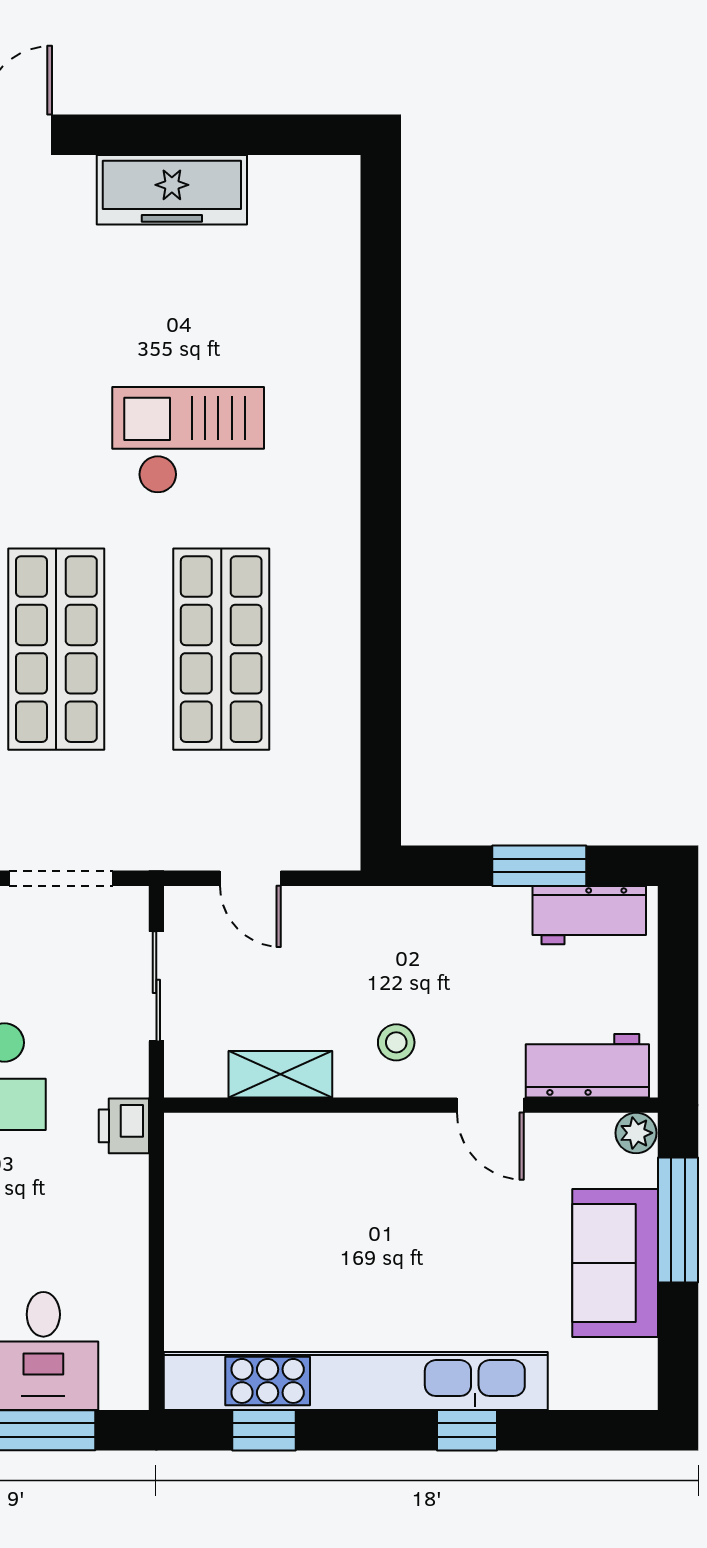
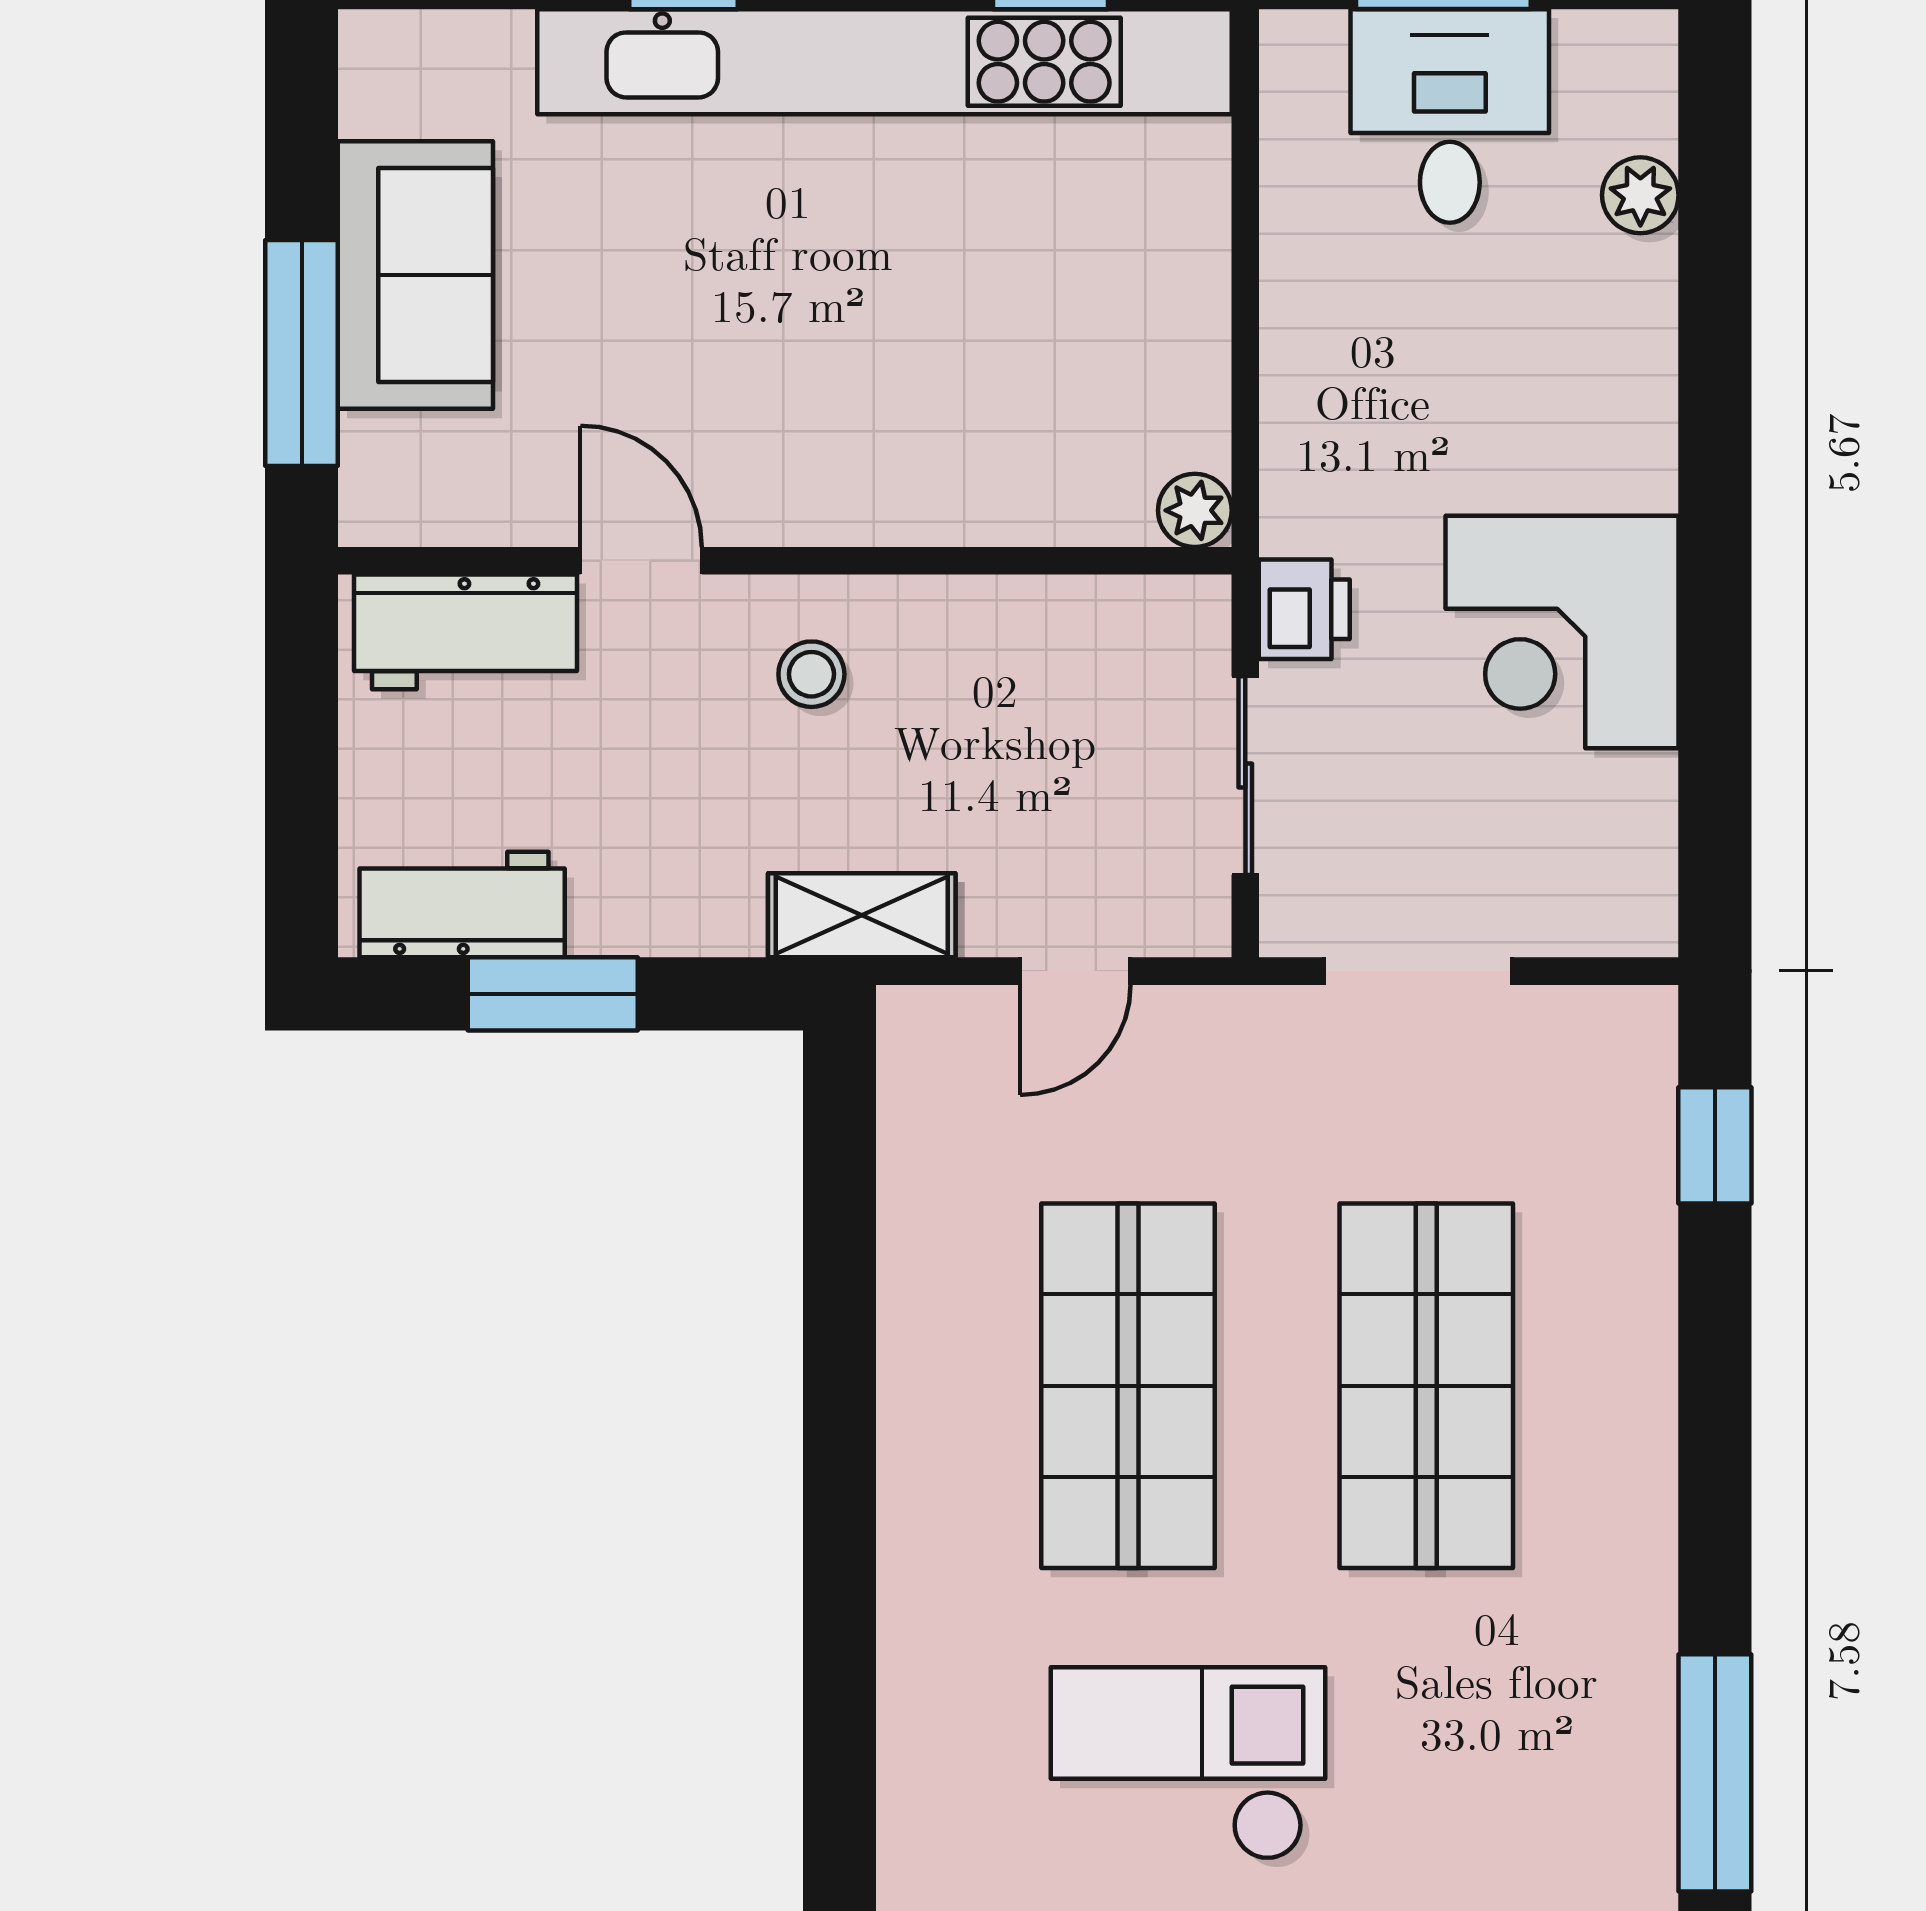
checkout: (188, 440) -> (1188, 1764), turned 180
door: (250, 878) -> (1075, 971), swing flipped
shelving: (280, 1074) -> (862, 915), moved
printer: (124, 1126) -> (1304, 609), moved
plant: (636, 1133) -> (1195, 510), moved

